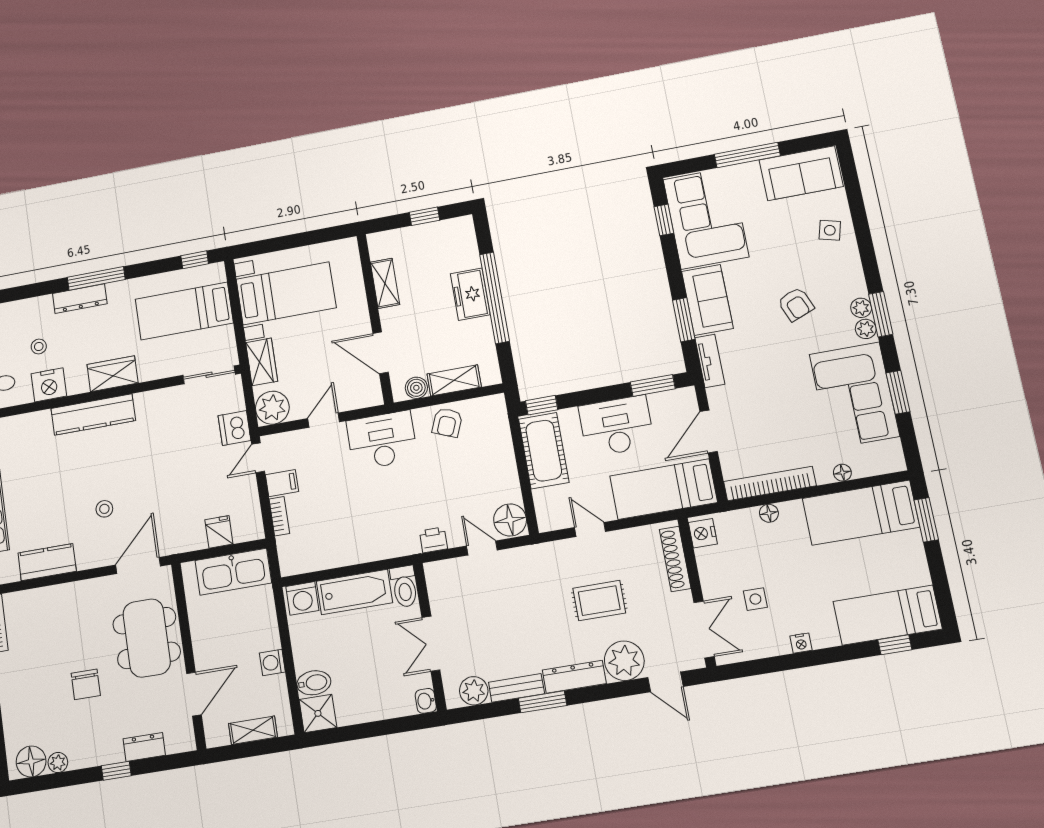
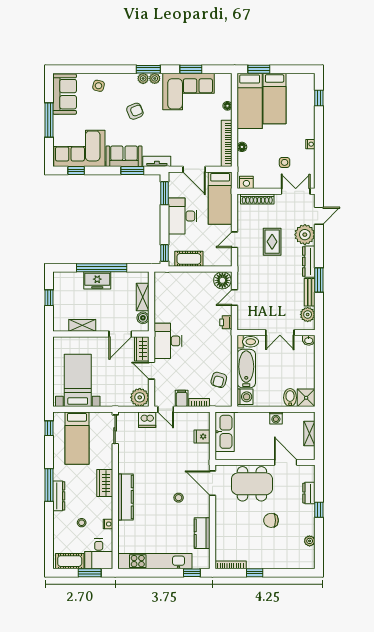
wardrobe: (262, 362) -> (142, 349), moved, turned -90
nightstand: (49, 385) -> (108, 524), width x0.53, depth x0.56
armchair: (447, 423) -> (219, 380), moved, turned 84
cot: (544, 451) -> (189, 259), width x0.73, depth x0.75
bed: (888, 615) -> (275, 99), moved
chair: (86, 684) -> (271, 520), turned 180
floor lamp: (31, 761) -> (307, 555), removed

